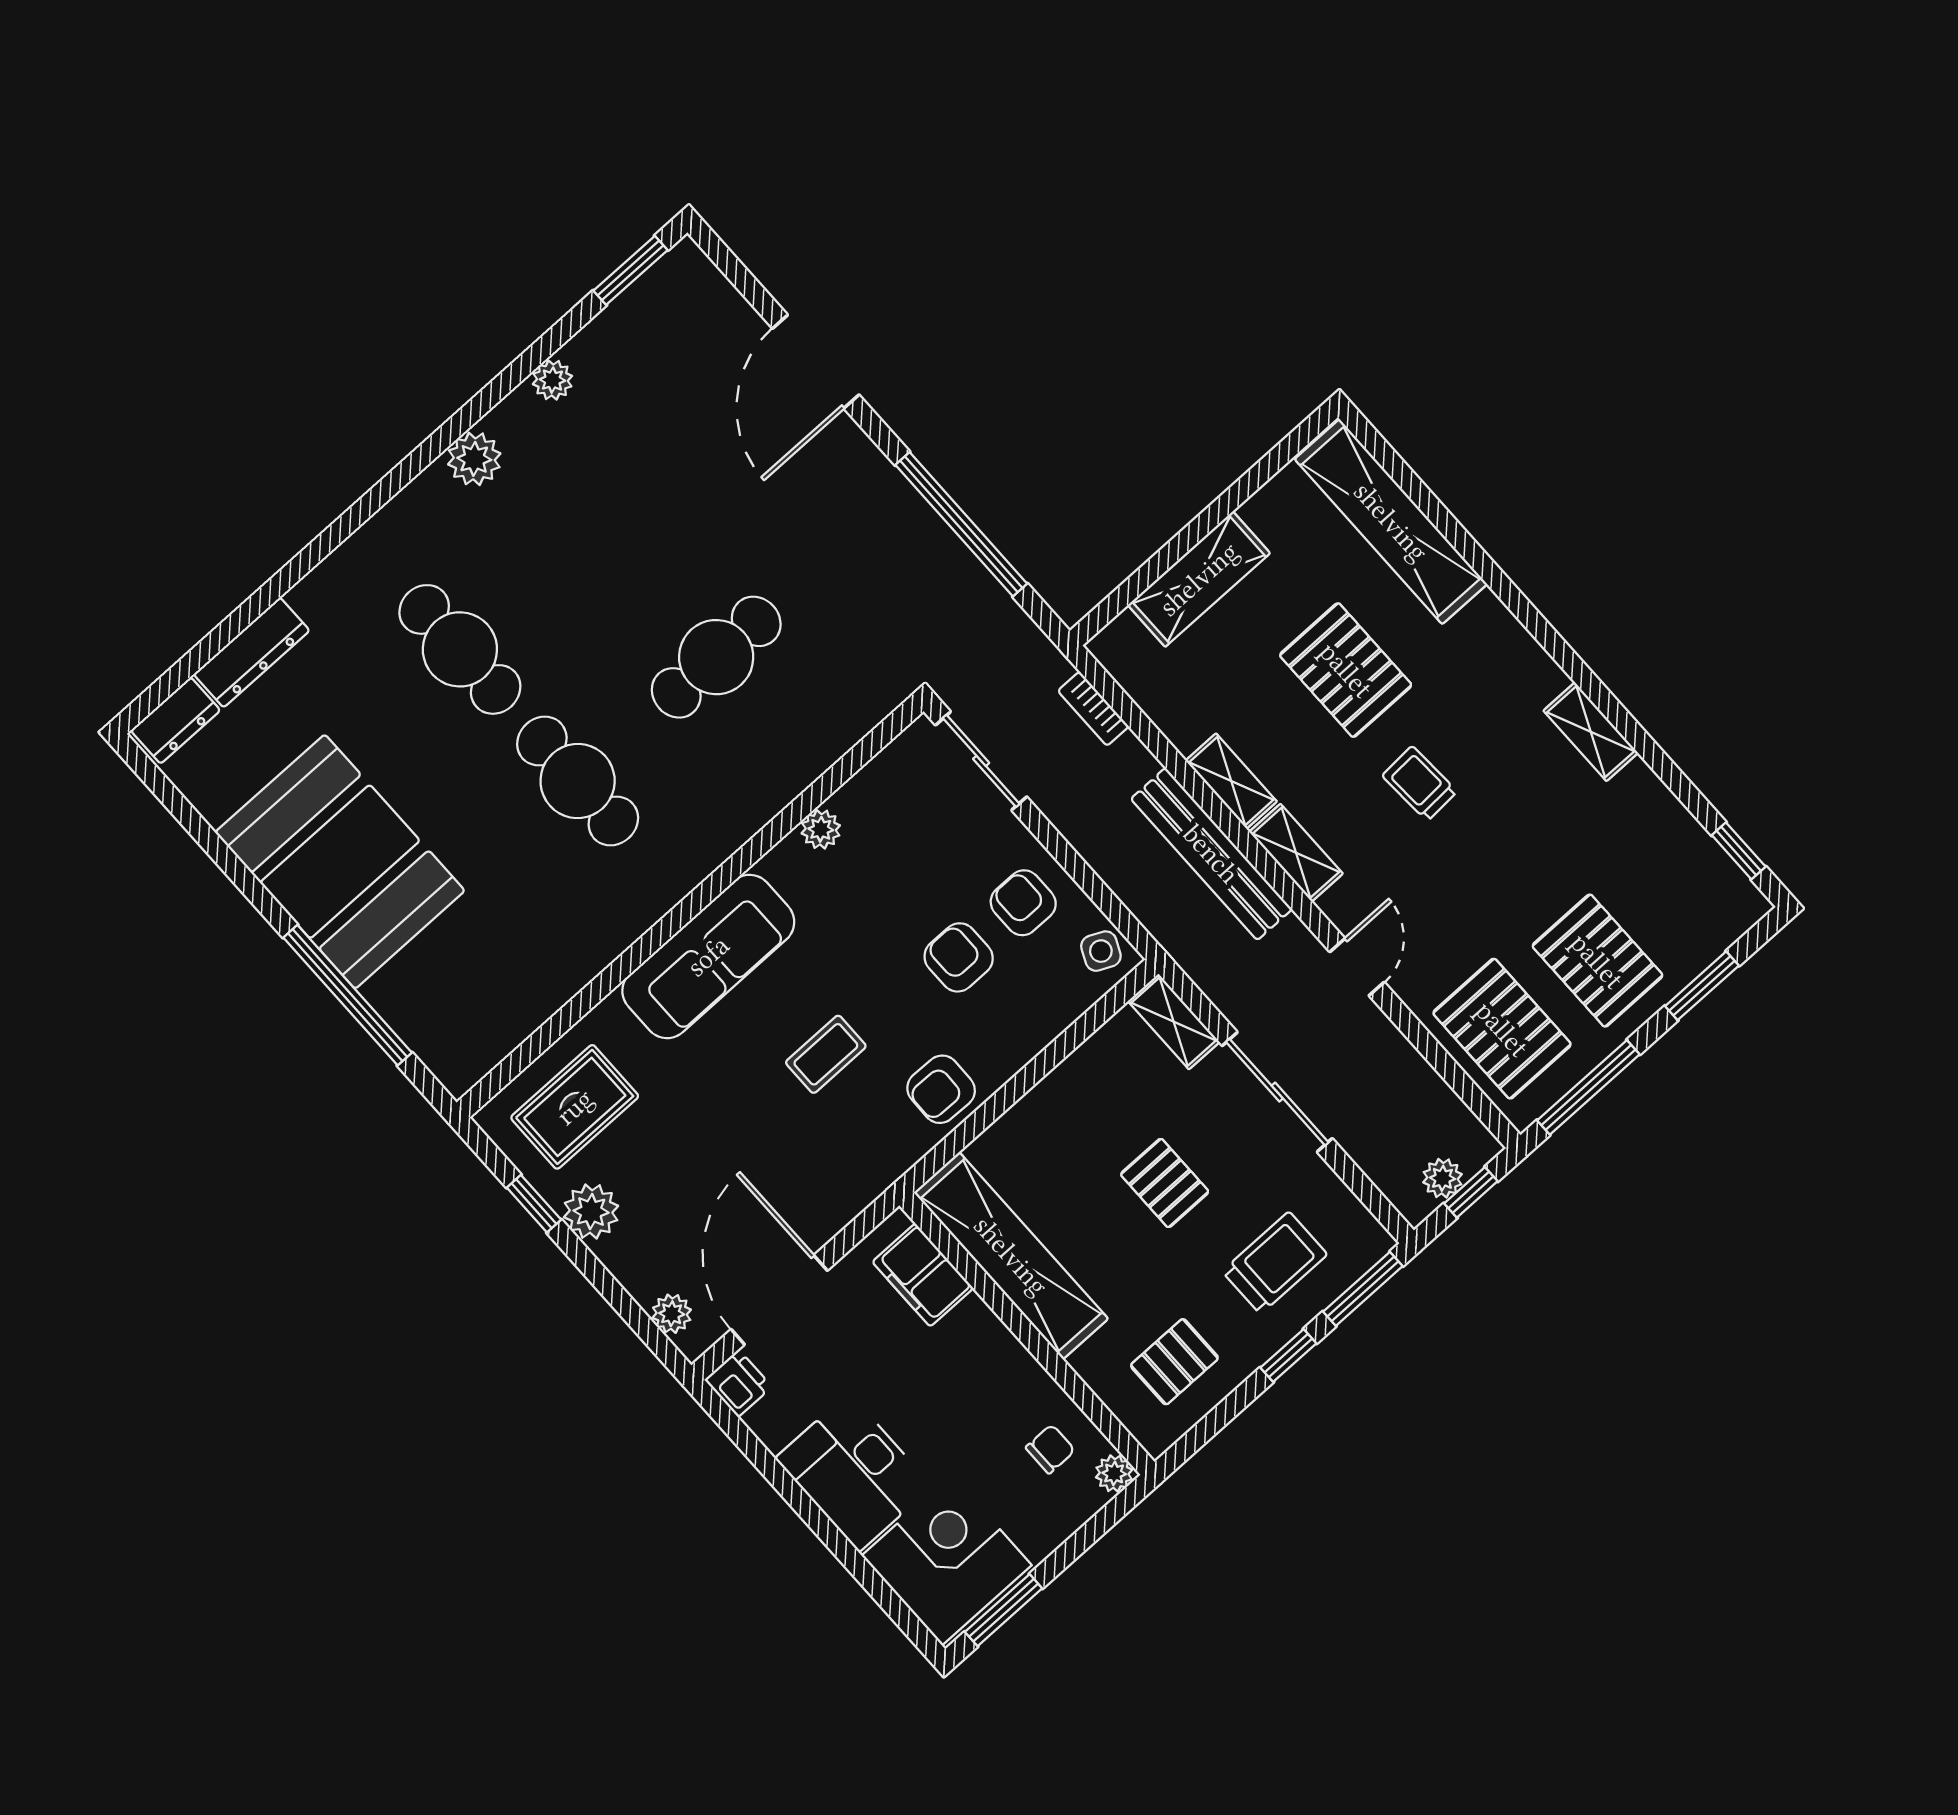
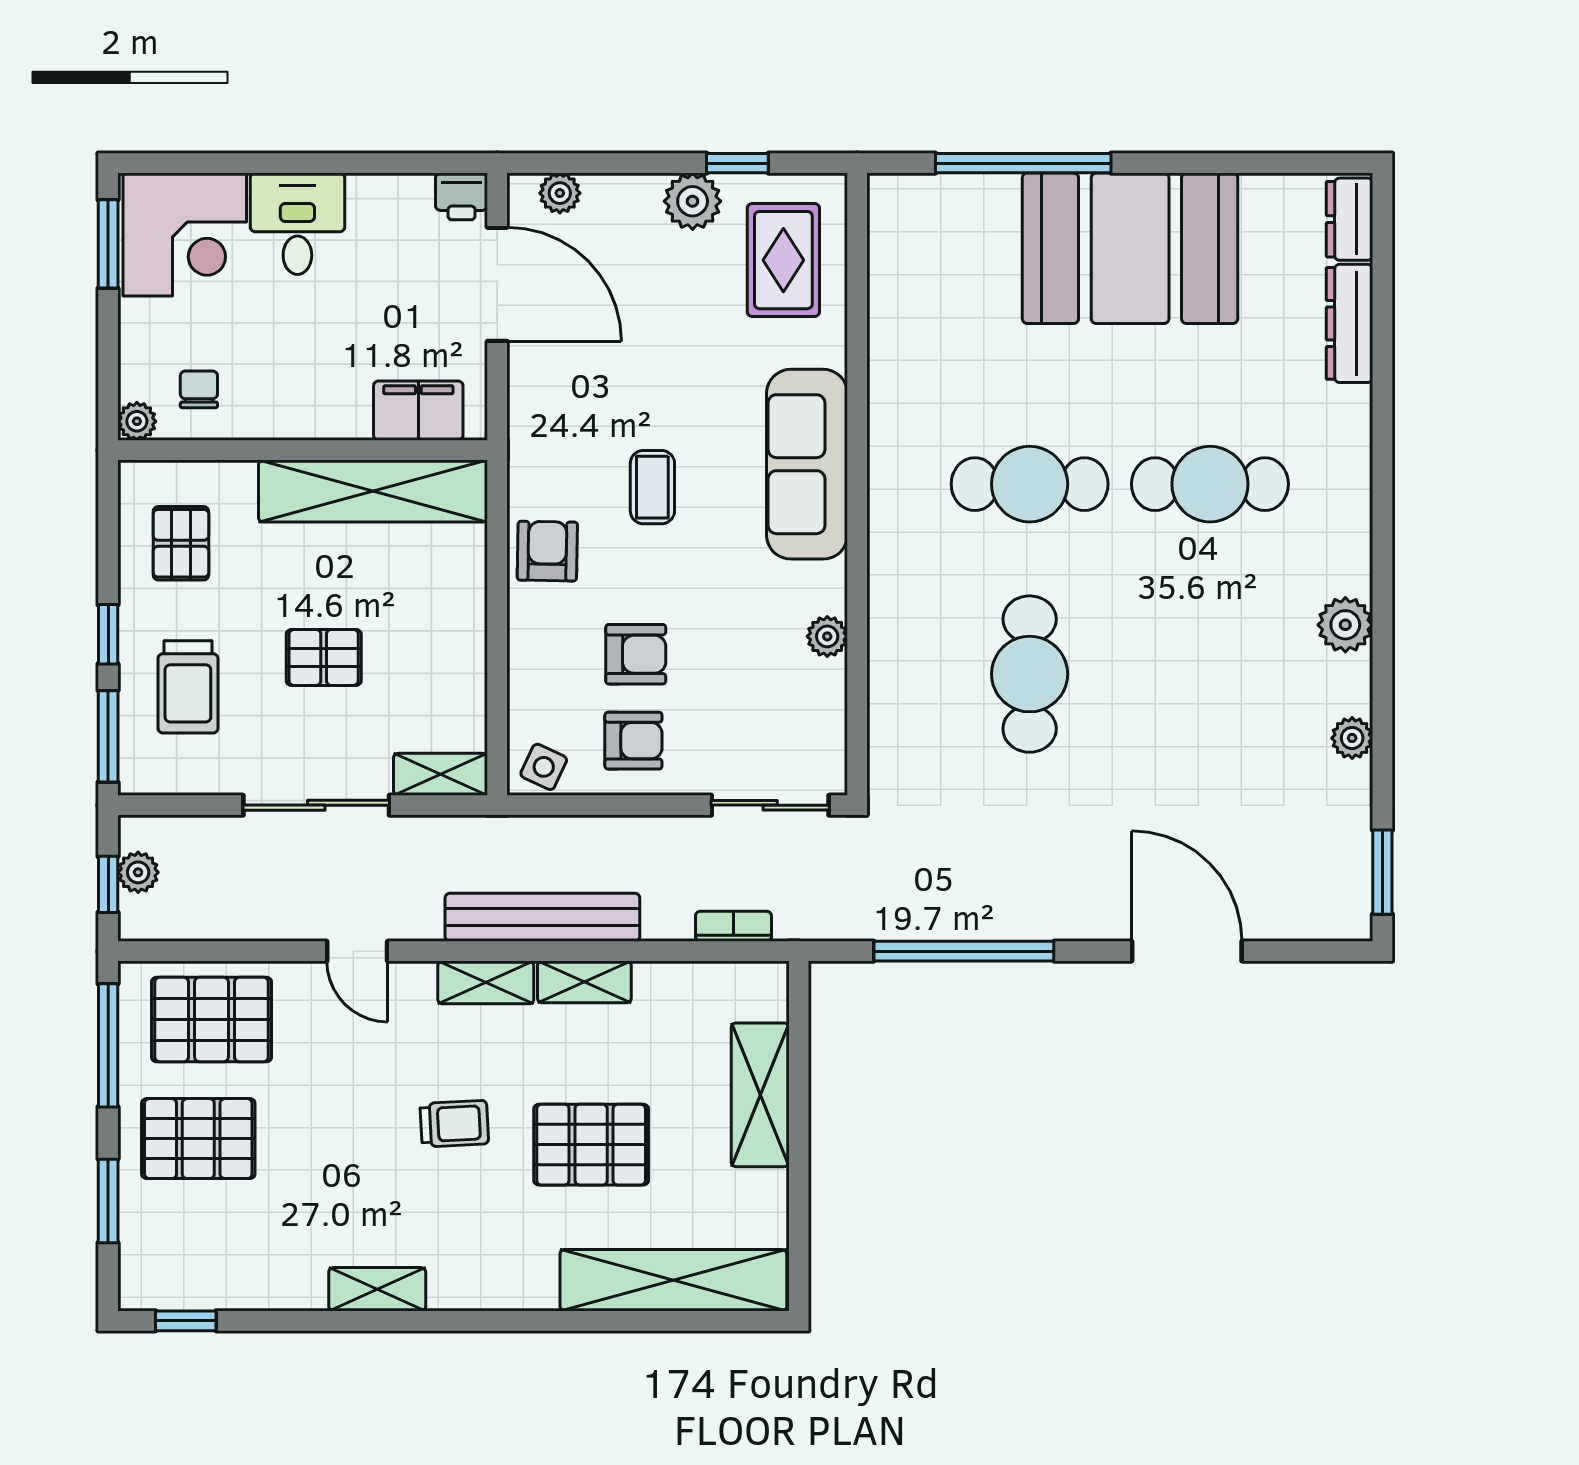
chair: (1050, 1449) -> (199, 389), turned 180
desk: (854, 1472) -> (297, 224), width x0.73

